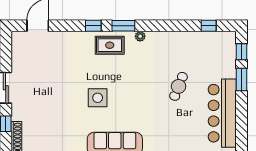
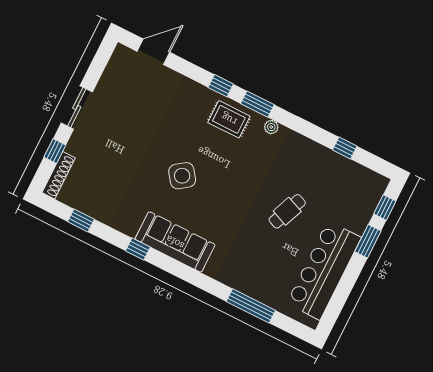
window: (209, 26) -> (345, 148), moved
side table: (98, 98) -> (182, 176), turned -36

